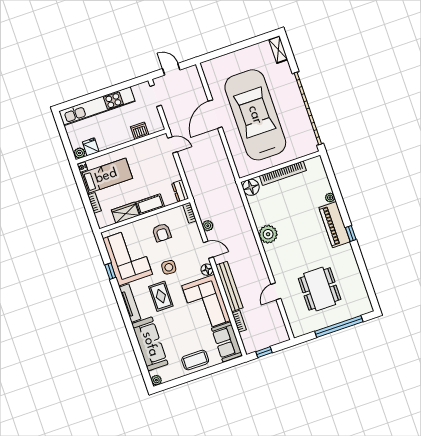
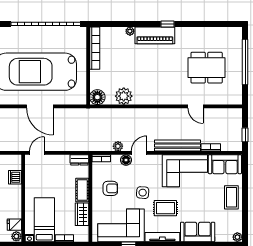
door: (215, 114) -> (40, 106), moved
bookcase: (283, 173) -> (95, 48), moved
plant: (268, 234) -> (124, 96), moved
floor lamp: (207, 270) -> (126, 160), moved
sofa: (150, 344) -> (198, 232), width x0.73

